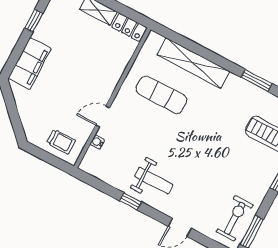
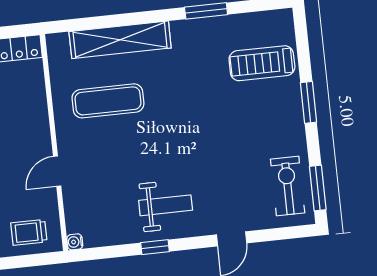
trolley: (61, 142) -> (29, 232), turned 180
water cooler: (97, 142) -> (75, 242), moved

